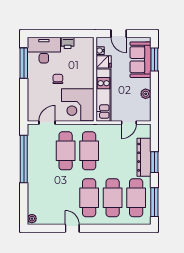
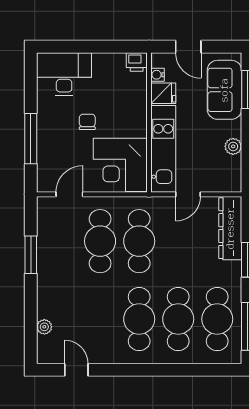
printer: (68, 43) -> (137, 62), moved
window: (24, 63) -> (31, 139), moved
door: (129, 123) -> (188, 194), moved
dresser: (144, 157) -> (230, 228), moved
window: (24, 159) -> (31, 255), width x0.47
plant: (32, 219) -> (44, 327), moved
door: (72, 228) -> (76, 370), moved

